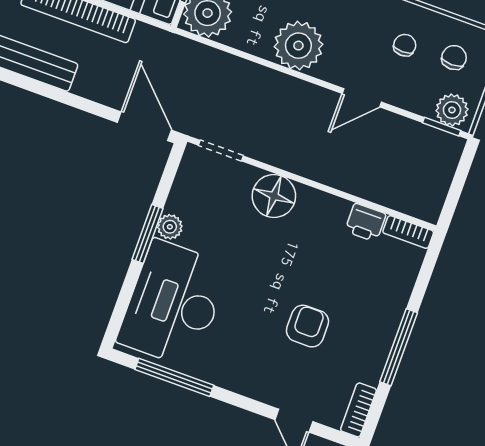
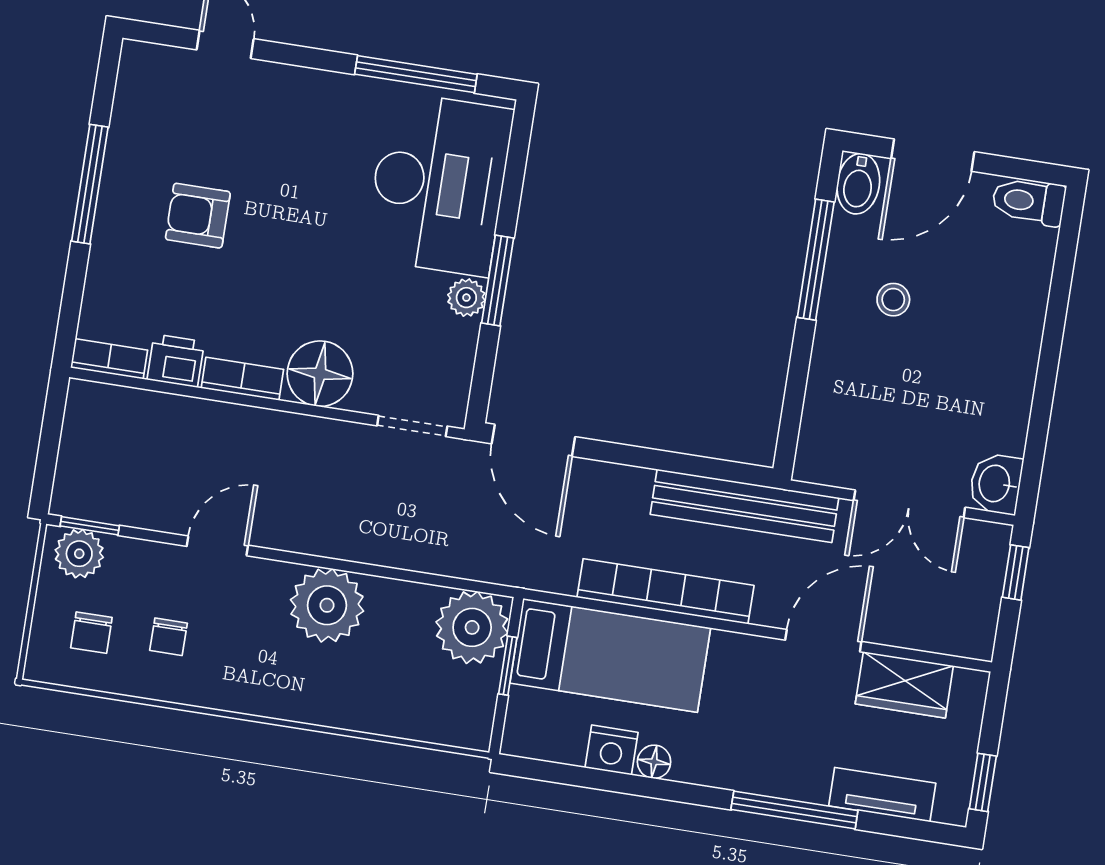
armchair: (307, 326) -> (198, 216), moved, turned 90
bookcase: (358, 410) -> (242, 379), moved, turned -90

